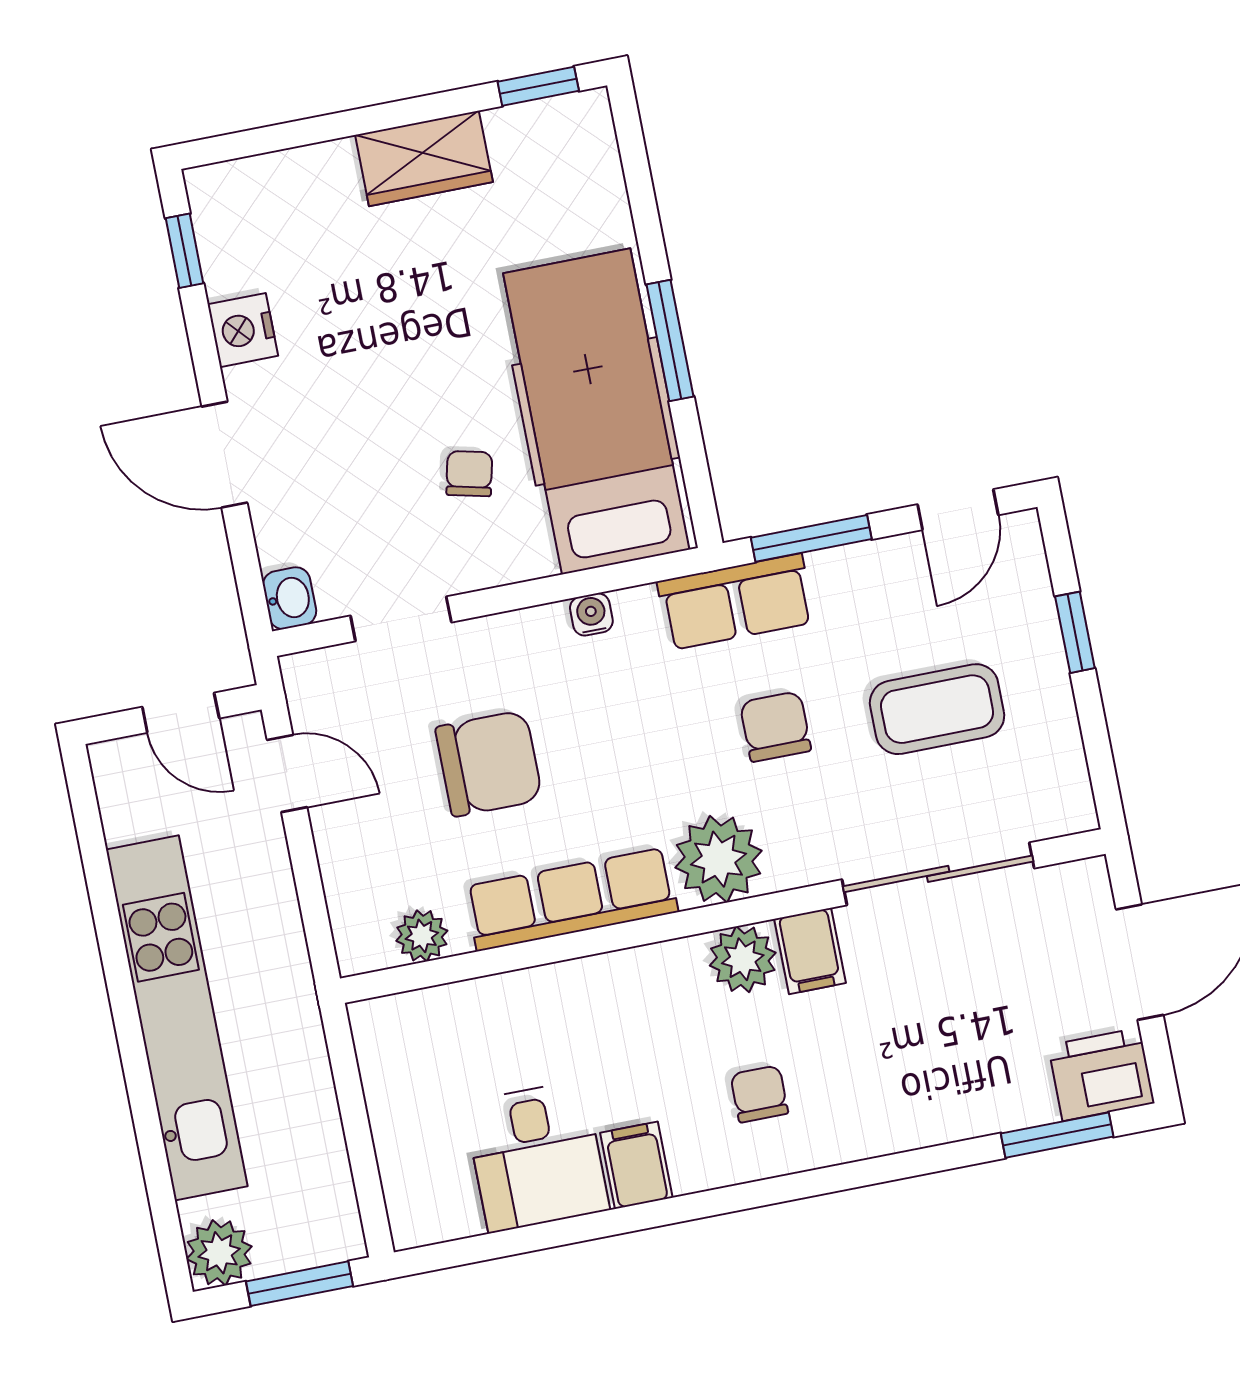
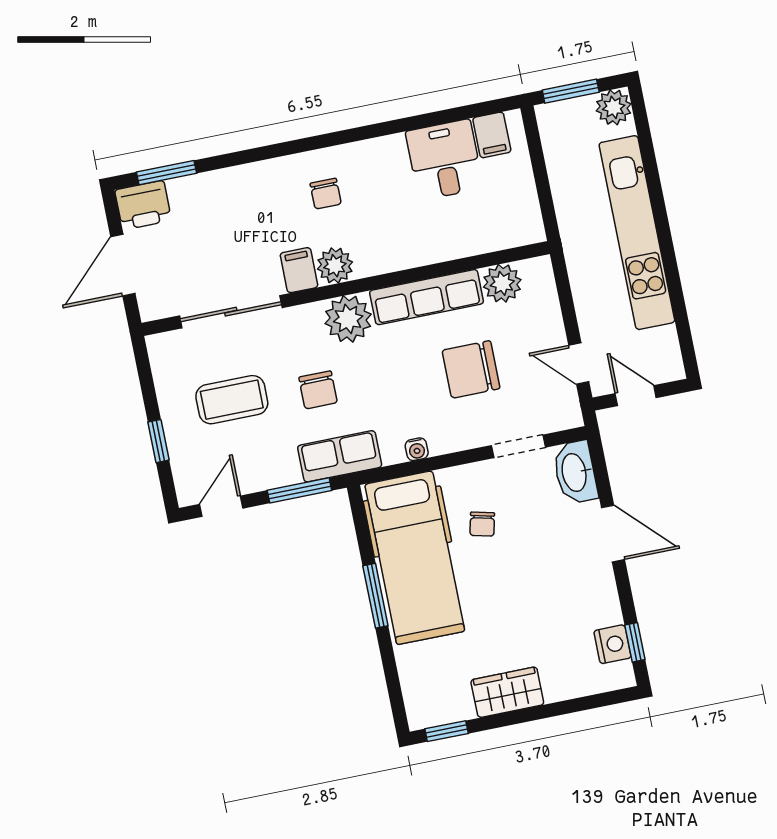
nightstand: (243, 330) -> (612, 644), moved
washbasin: (290, 598) -> (575, 472), width x1.91, depth x1.45
plant: (422, 936) -> (502, 283), width x1.38, depth x1.38
filing cabinet: (636, 1165) -> (492, 135), moved

